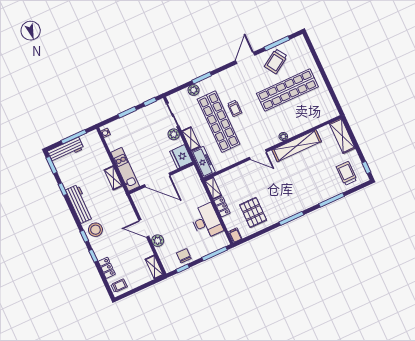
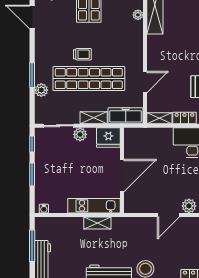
door: (258, 155) -> (145, 82), moved

